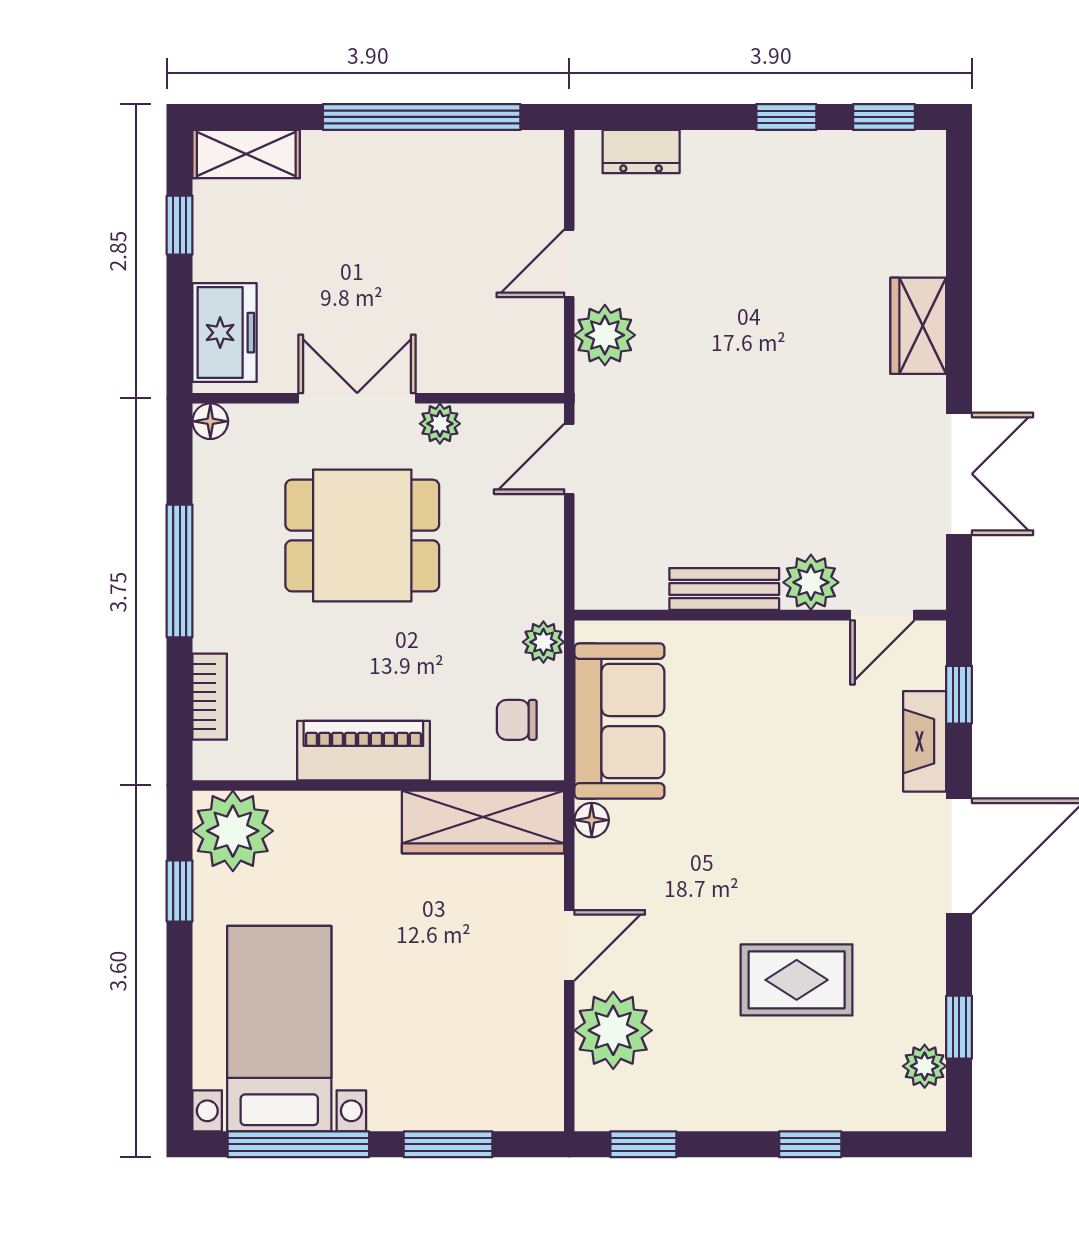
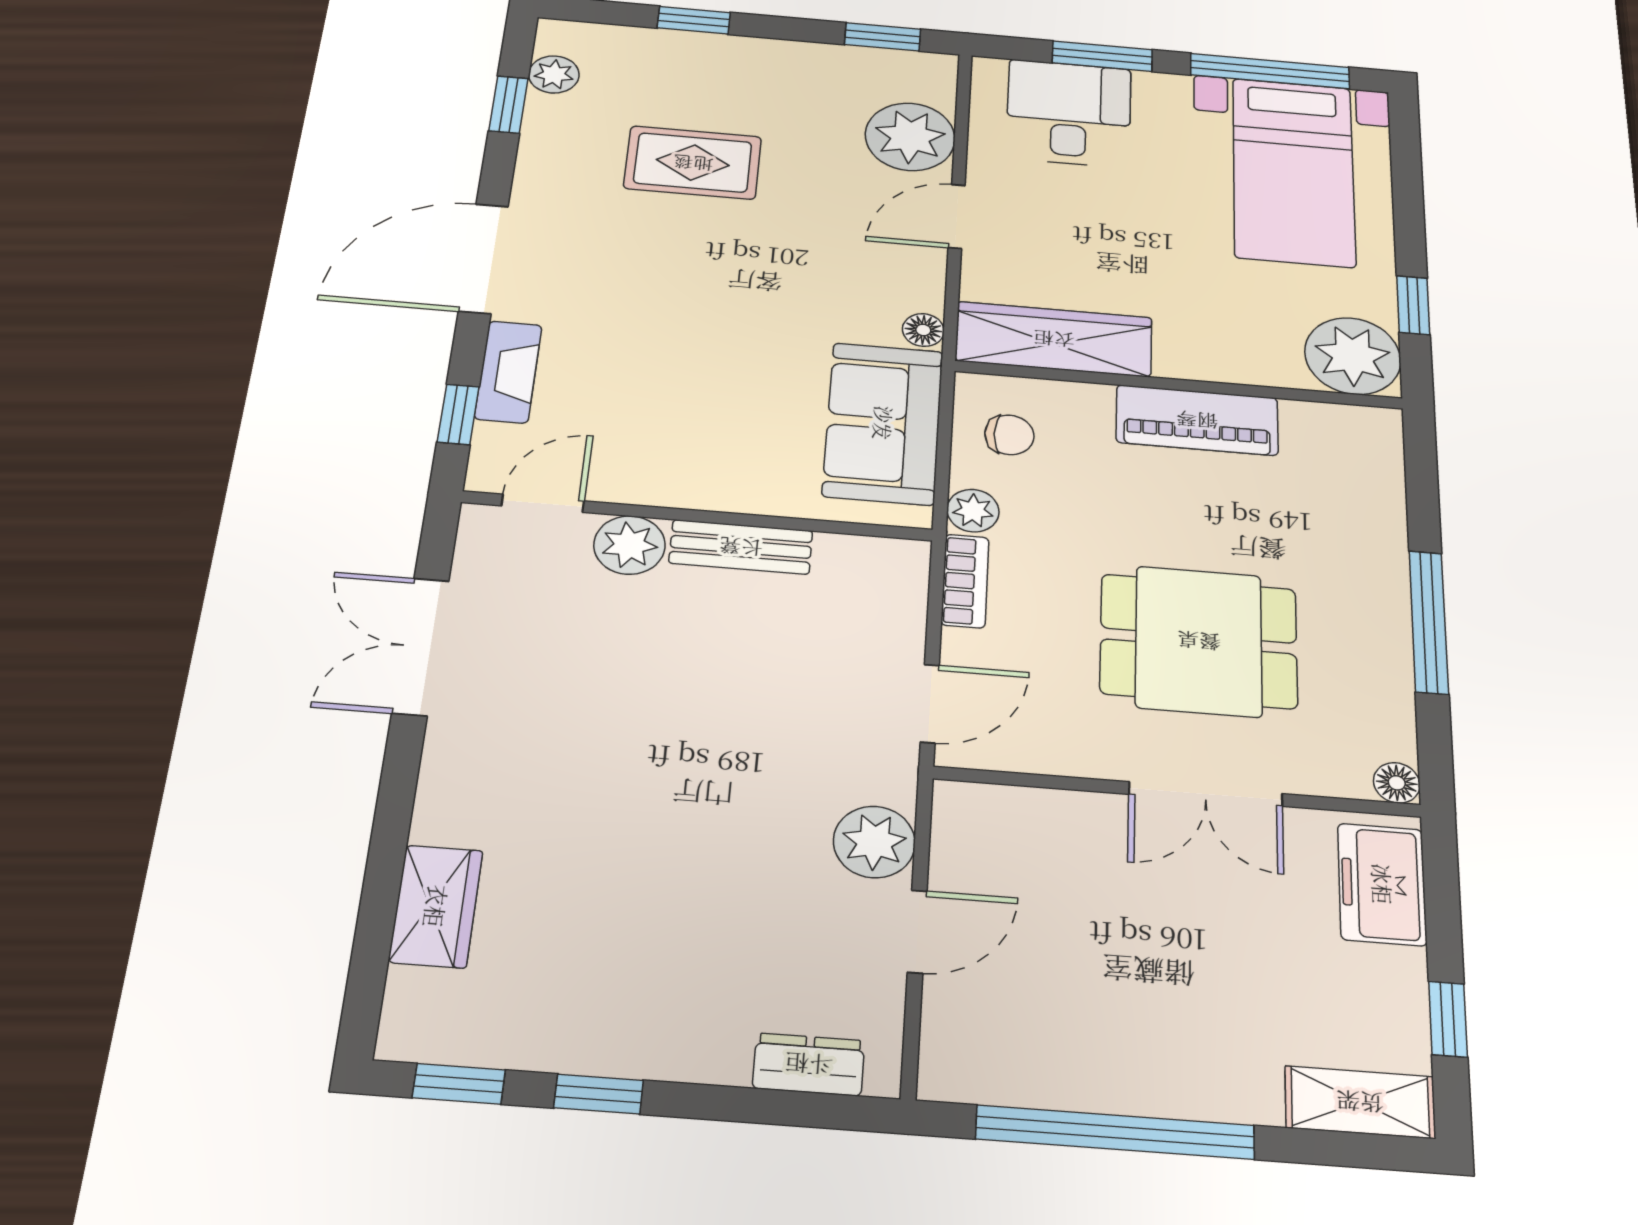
wardrobe: (918, 326) -> (436, 906), moved
plant: (440, 424) -> (1097, 757), removed
bookcase: (210, 697) -> (965, 581), moved, turned 180
desk: (476, 1074) -> (1069, 113), added

